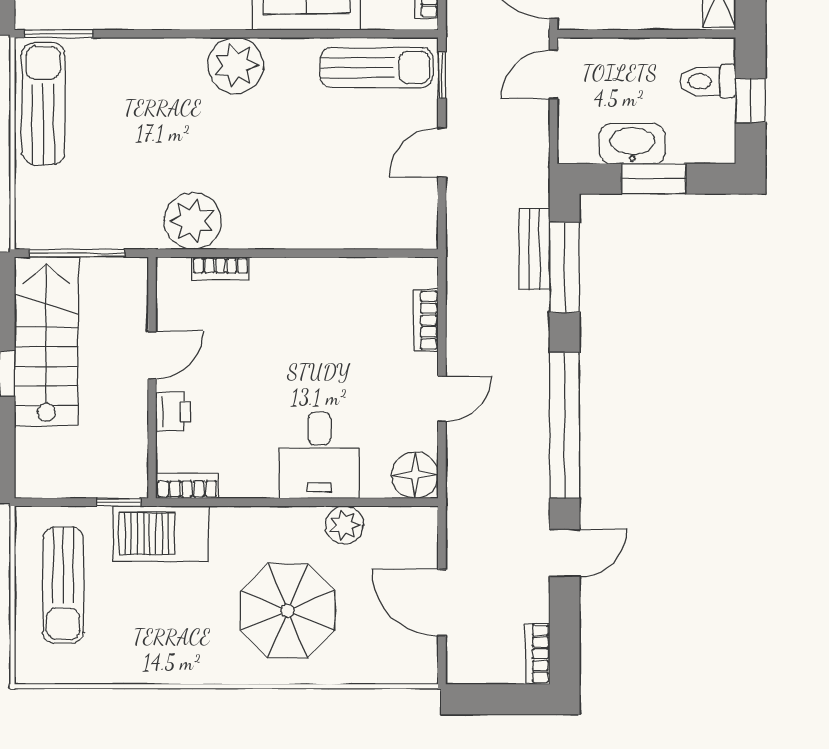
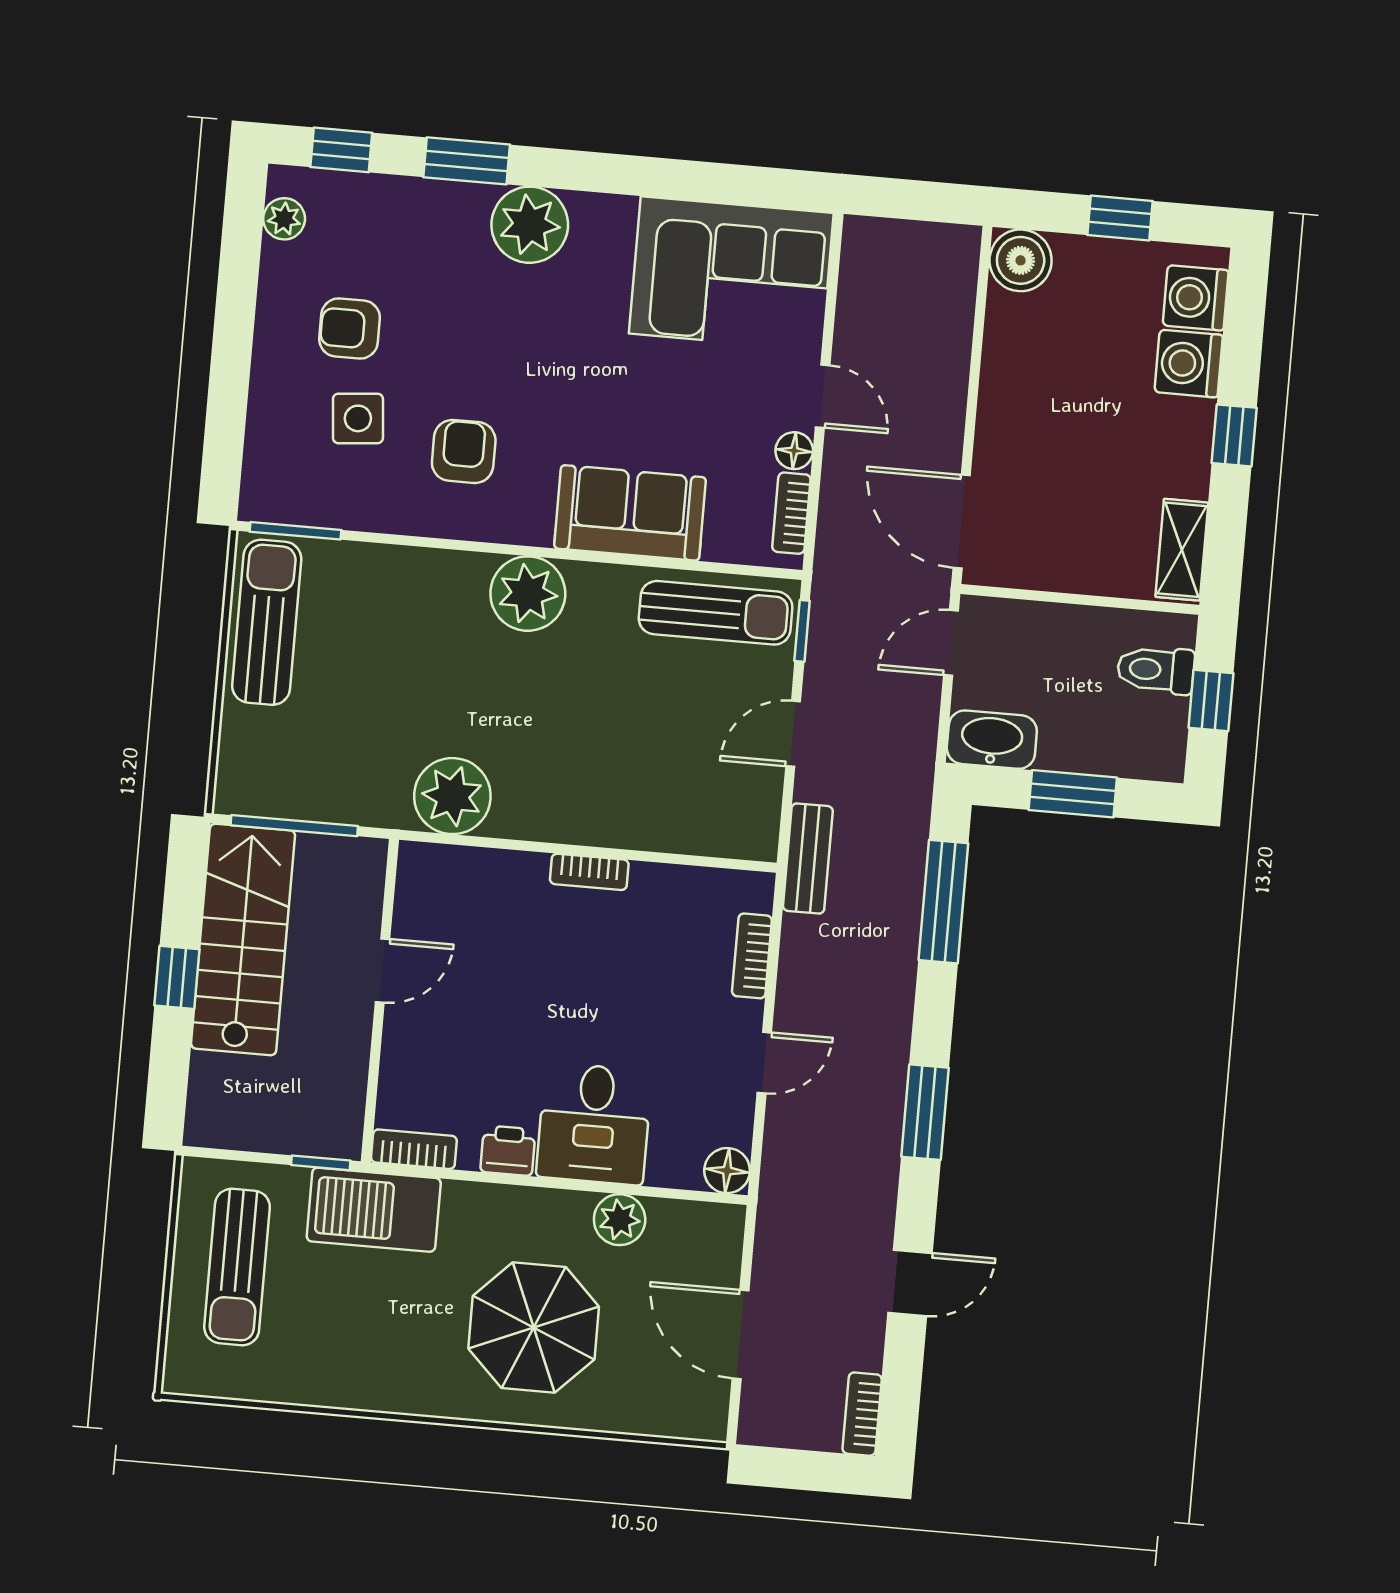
washbasin: (632, 144) -> (992, 740), moved
bench: (534, 249) -> (808, 858), moved
bookcase: (221, 268) -> (589, 872), moved
printer: (173, 412) -> (508, 1151), moved, turned -90
window: (565, 425) -> (925, 1112), width x0.47
floor lamp: (415, 475) -> (727, 1171), width x0.73, depth x0.73

